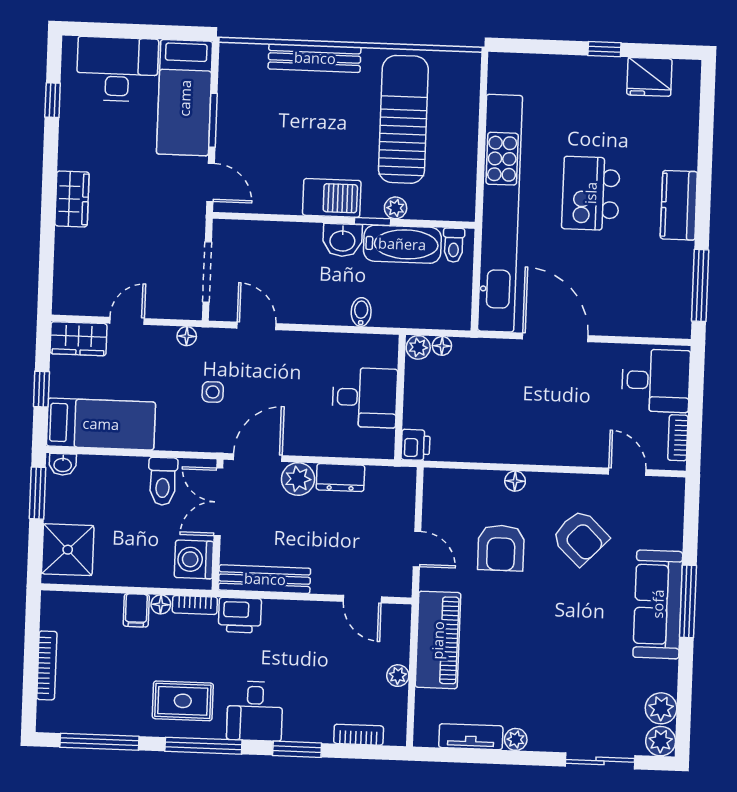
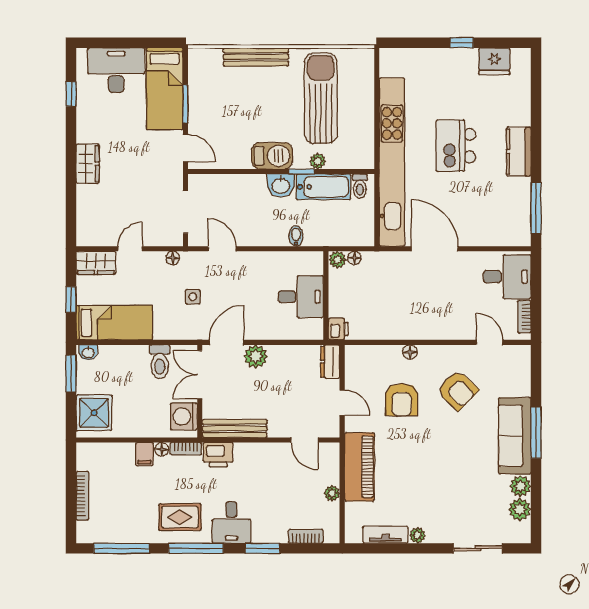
dresser: (340, 478) -> (330, 362), moved, turned 90
plant: (661, 741) -> (520, 486), moved

